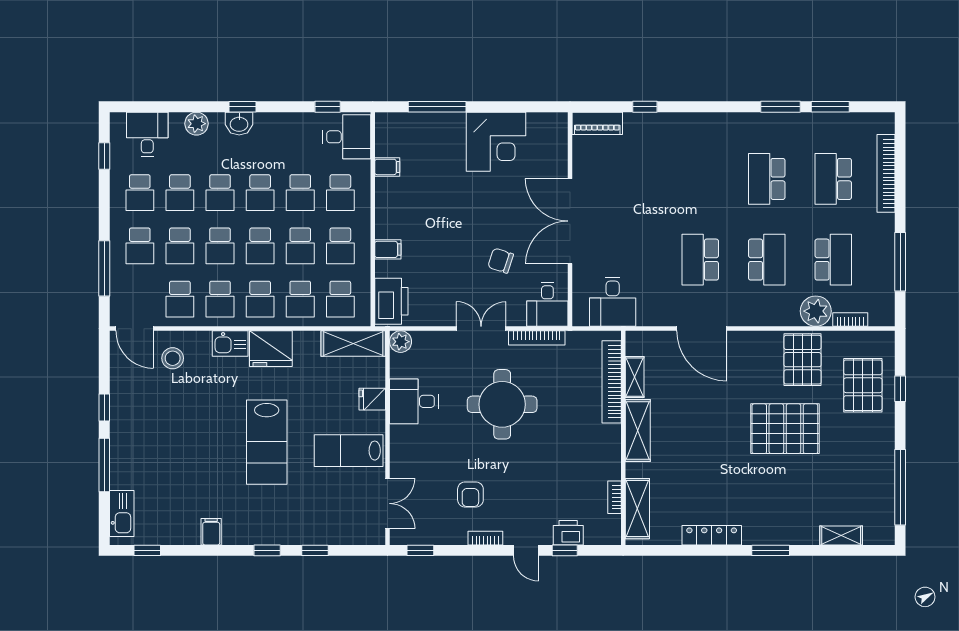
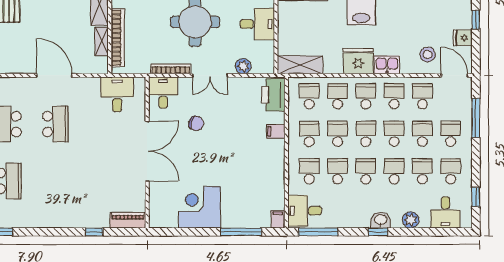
window: (328, 107) -> (318, 232), width x2.17
filing cabinet: (387, 167) -> (278, 219), moved, turned 90
plant: (401, 342) -> (243, 66), moved
fridge: (372, 399) -> (463, 38), moved, turned 180

